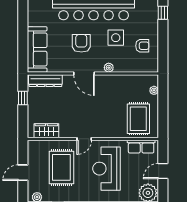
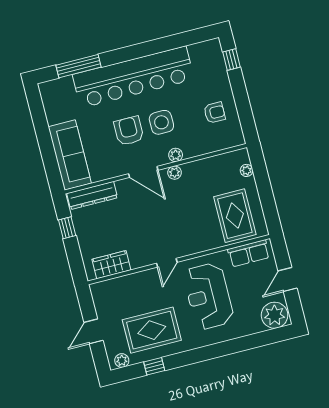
side table: (116, 38) -> (161, 122), moved
plant: (105, 79) -> (175, 173), added
rug: (61, 167) -> (152, 330), moved, turned 90

